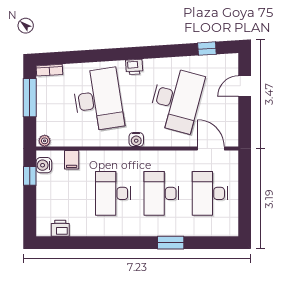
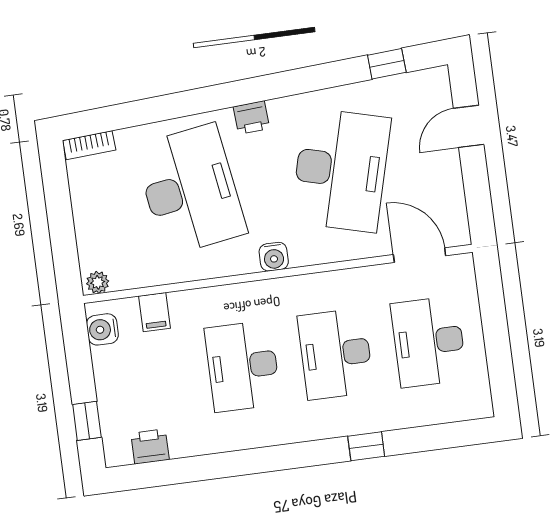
window: (30, 98) -> (58, 203), removed
window: (30, 176) -> (87, 421), moved
window: (171, 243) -> (366, 446), width x0.67

